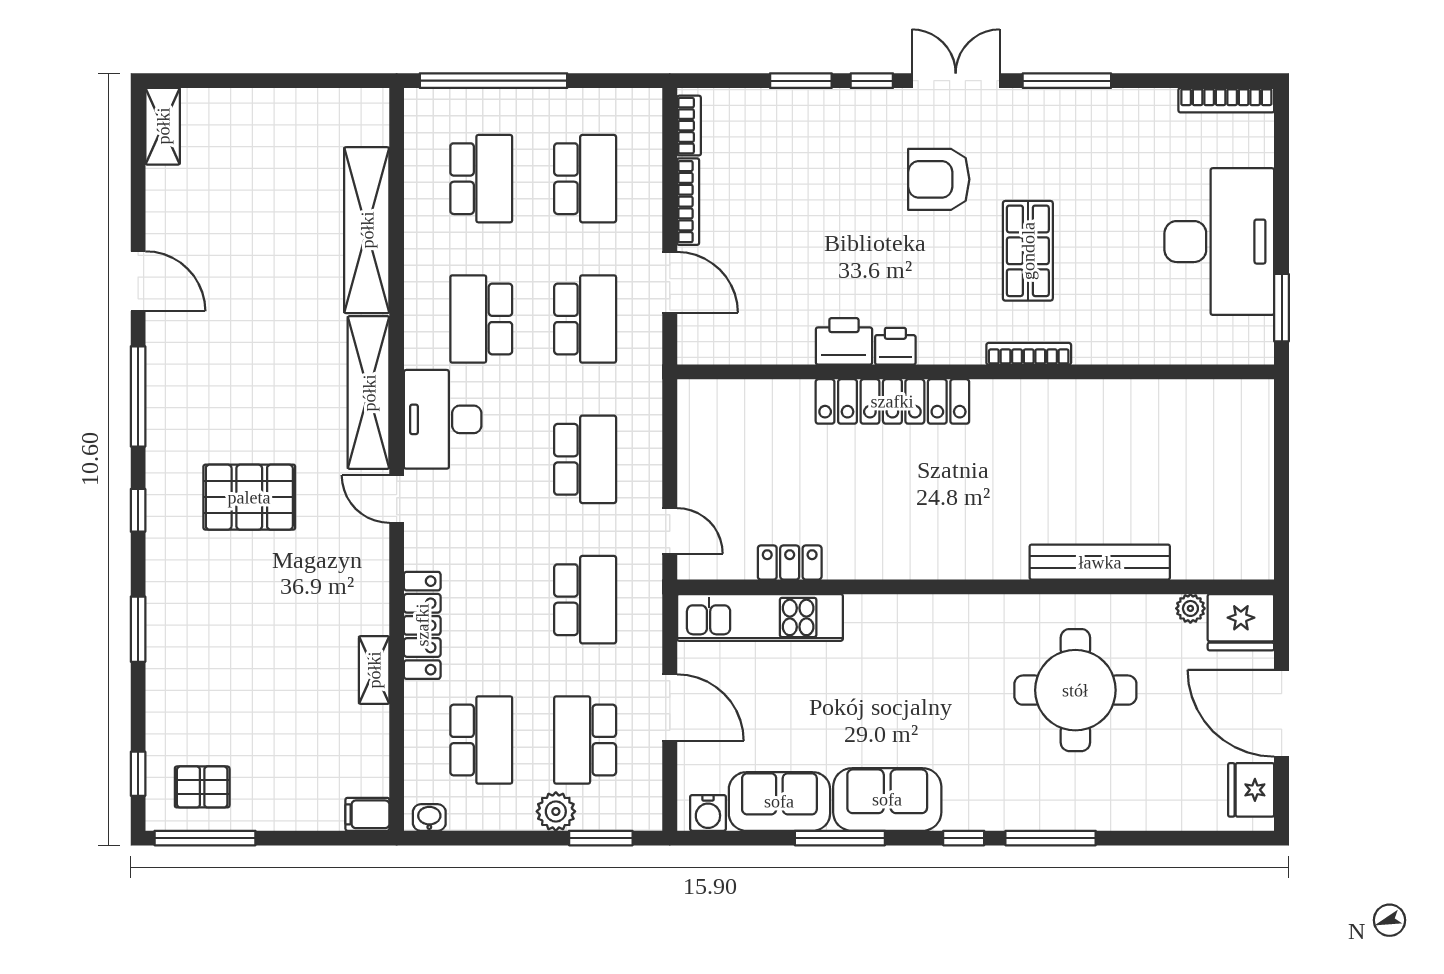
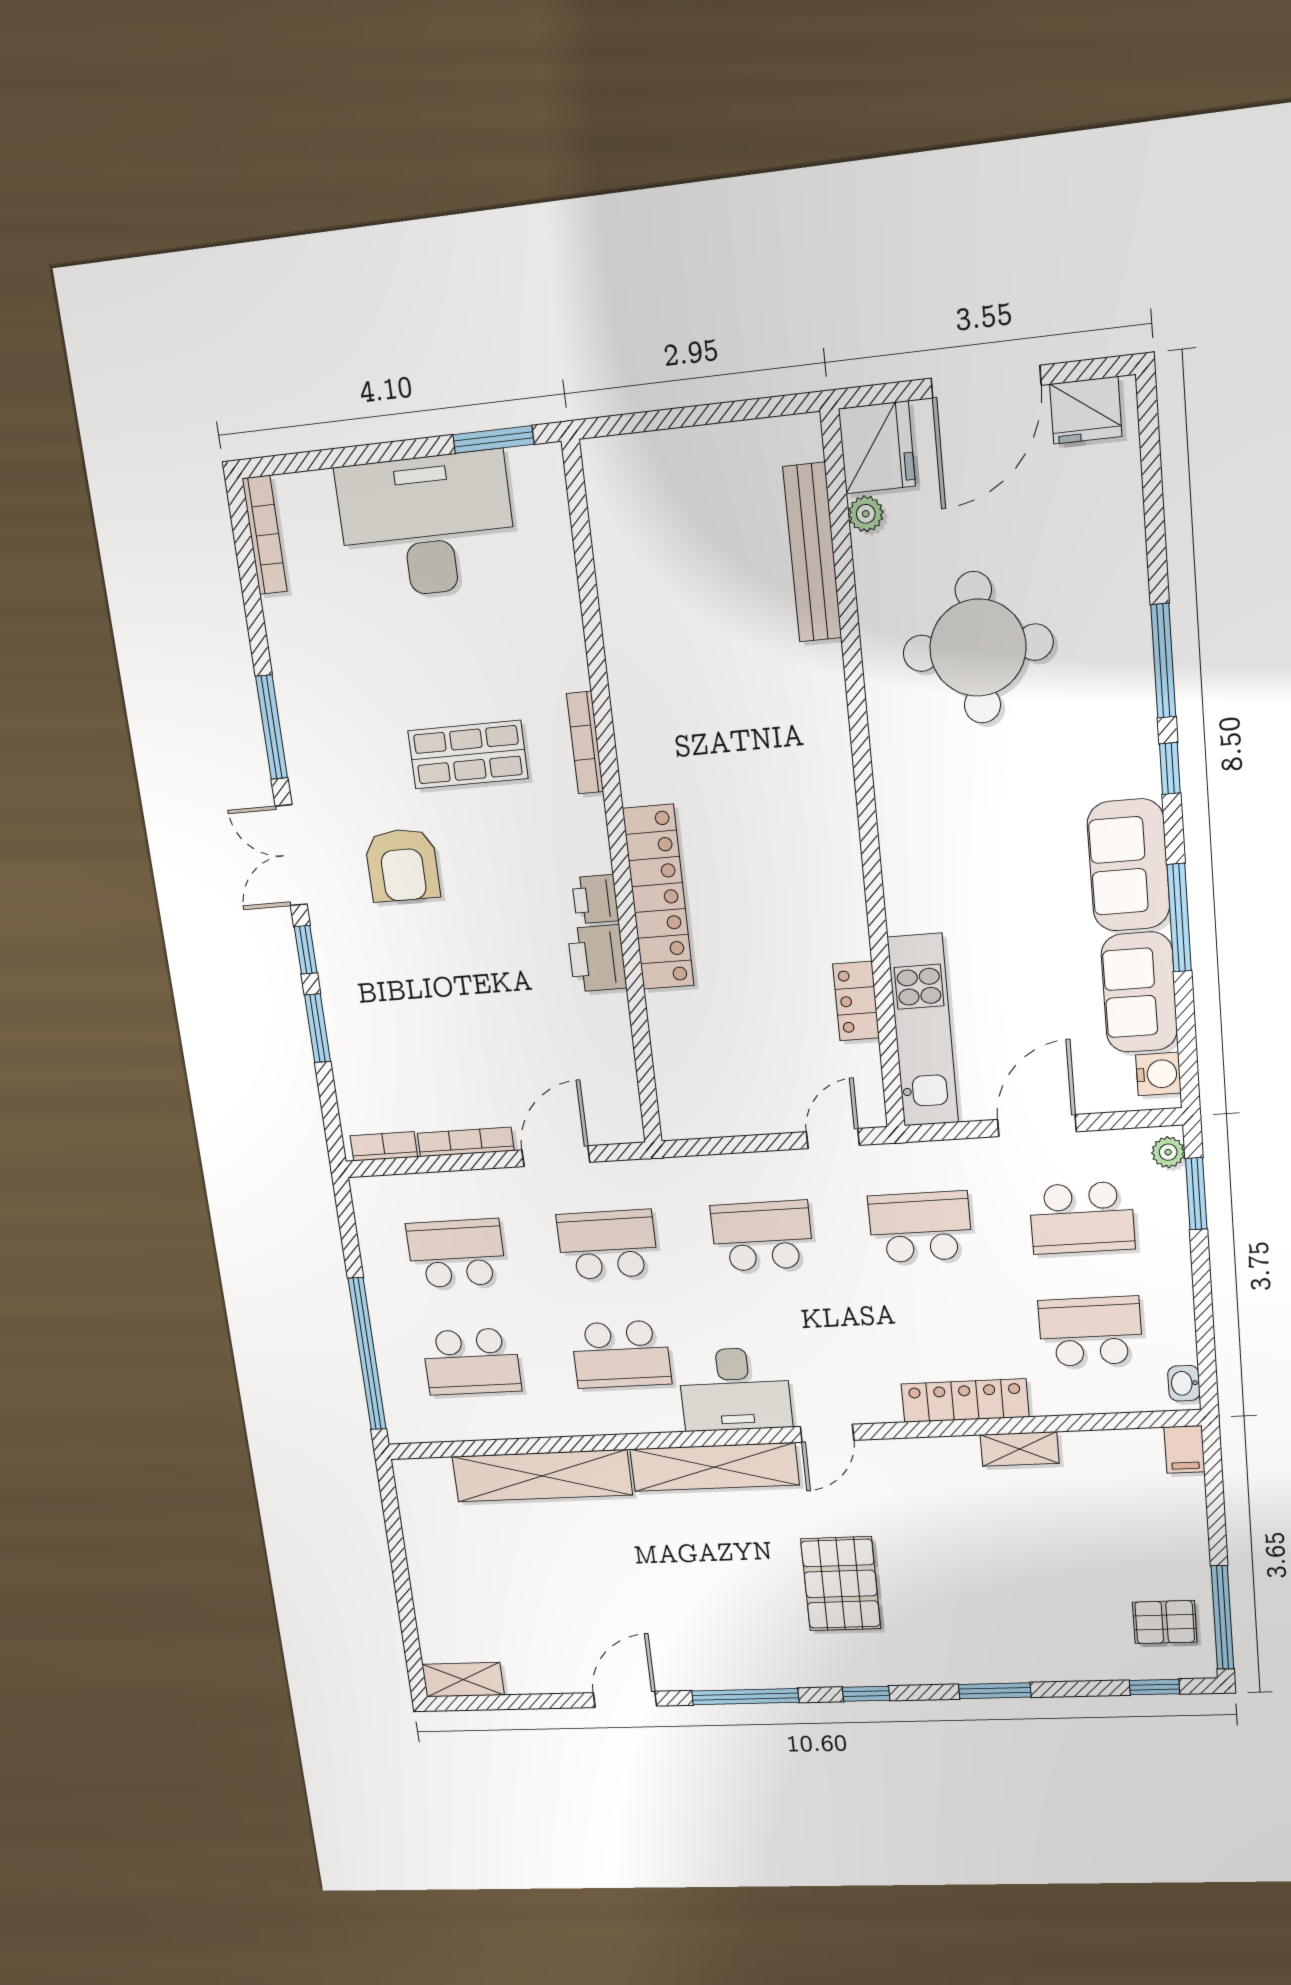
school desk: (481, 179) -> (472, 1362), turned 180
bench: (1100, 562) -> (812, 553), moved
pallet: (202, 787) -> (1165, 1622), turned 90
plant: (556, 811) -> (1168, 1152), moved, width x0.73, depth x0.73

